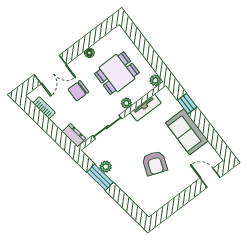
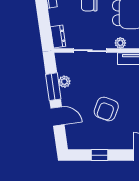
door: (121, 198) -> (57, 116), added
window: (177, 203) -> (99, 155), added

